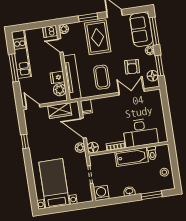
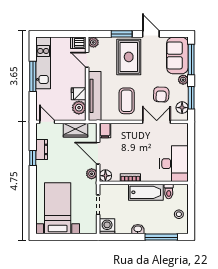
dresser: (32, 133) -> (42, 149), added
desk: (140, 133) -> (174, 164), moved, turned -90
window: (152, 195) -> (161, 237), width x1.44

